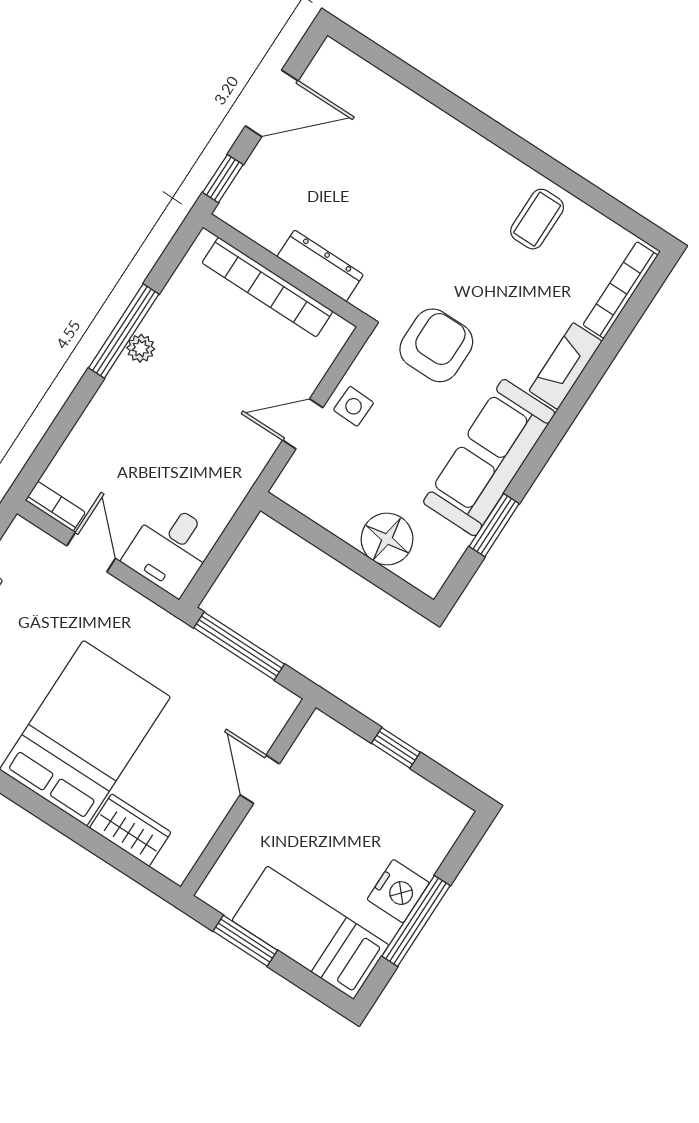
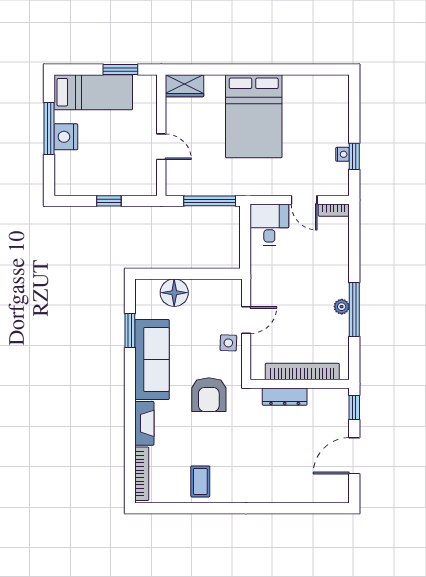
wardrobe: (130, 830) -> (184, 86), moved

